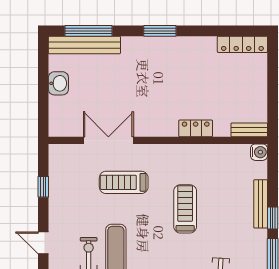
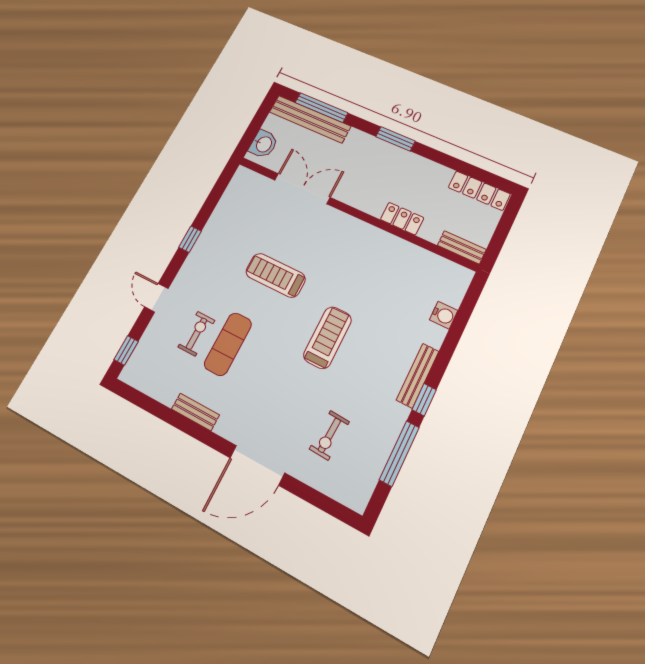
locker: (196, 128) -> (402, 219), moved
bench: (249, 130) -> (462, 247), moved
double door: (108, 140) -> (302, 189), moved
wall: (158, 140) -> (355, 212), moved

